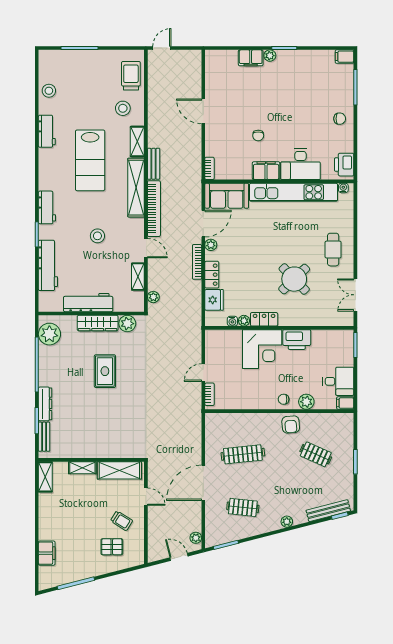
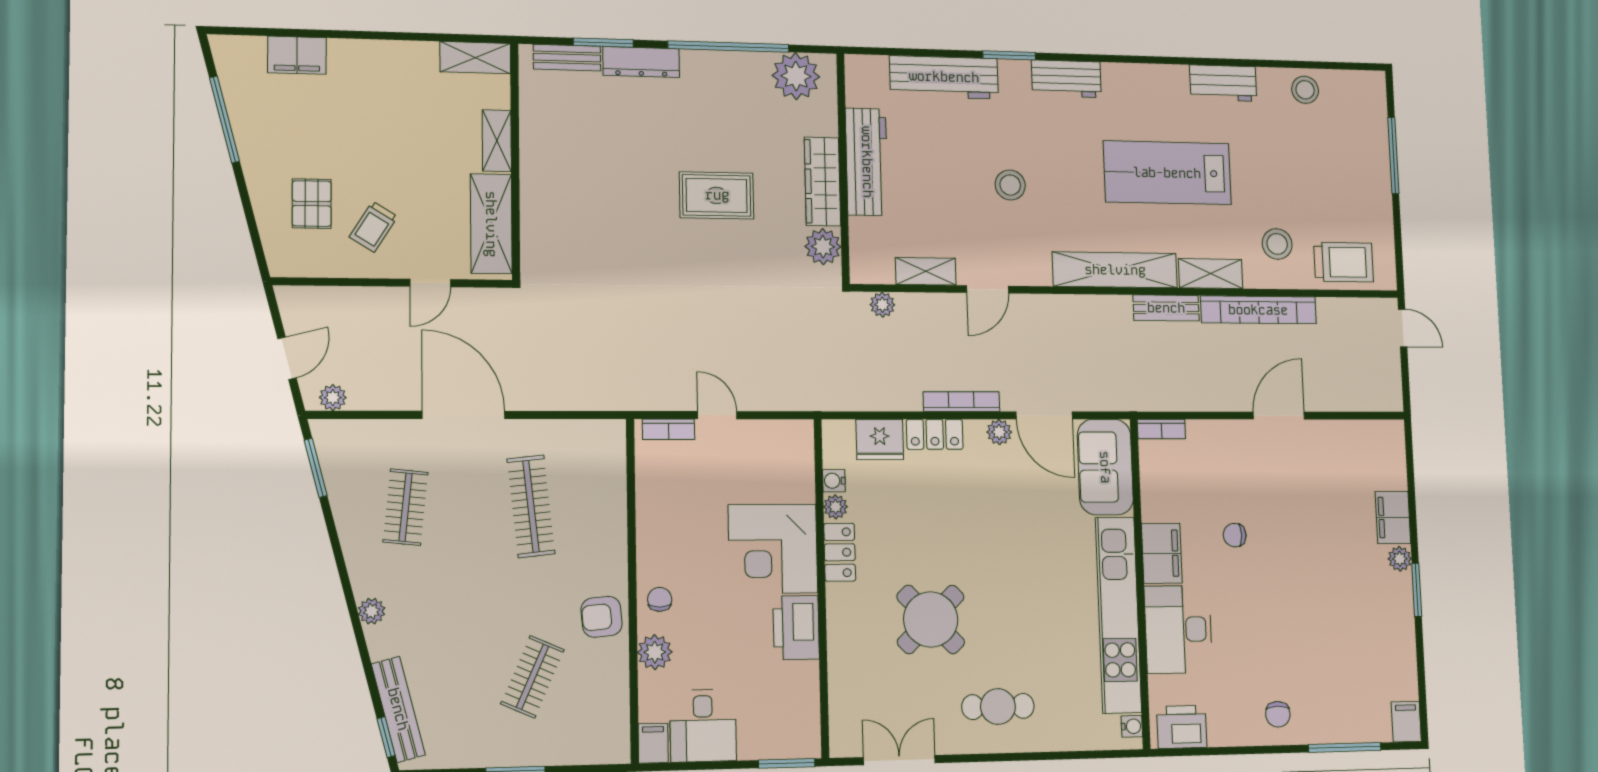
bookcase: (154, 209) -> (1258, 310), moved

